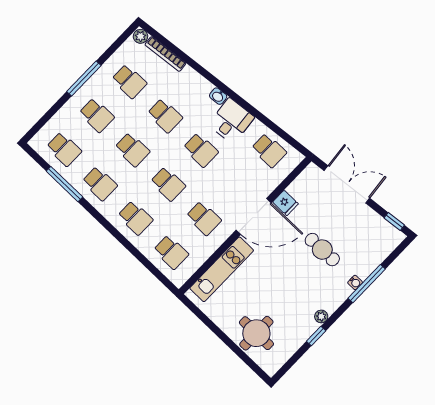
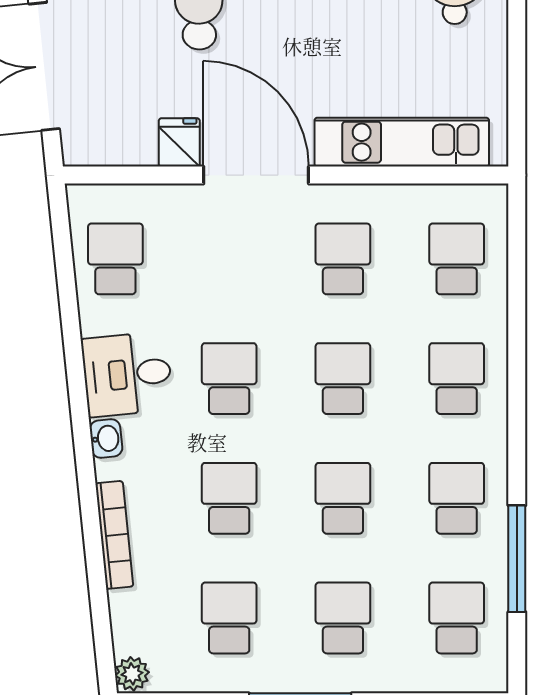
bookcase: (165, 54) -> (114, 535), moved

